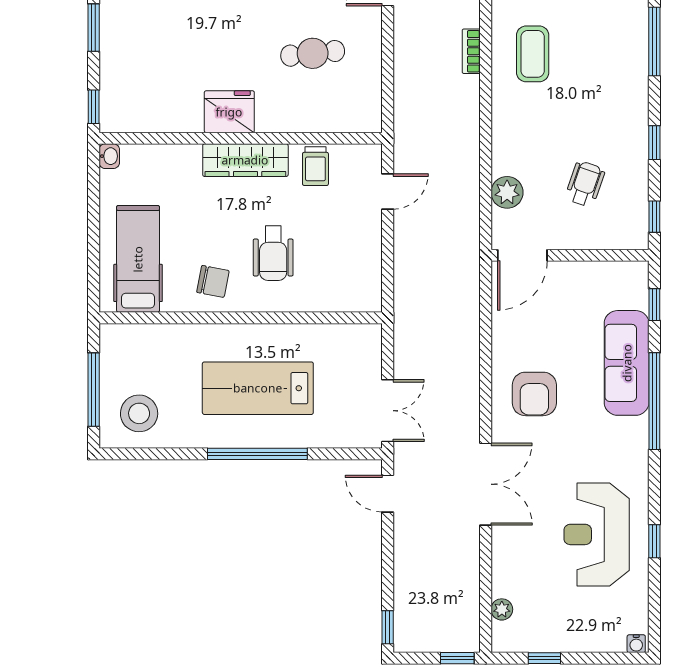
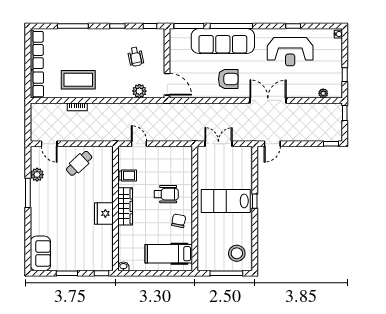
cafe table: (313, 53) -> (79, 163), moved, turned 53
coffee table: (533, 54) -> (78, 80), width x1.36, depth x1.32
wheelchair: (585, 184) -> (136, 57), turned -120
window: (654, 305) -> (189, 26), width x2.17
sofa: (627, 363) -> (223, 41), width x1.36, depth x1.27
lab bench: (258, 388) -> (226, 201), turned 90
double door: (388, 411) -> (218, 144), moved
window: (257, 454) -> (255, 201), width x0.32

